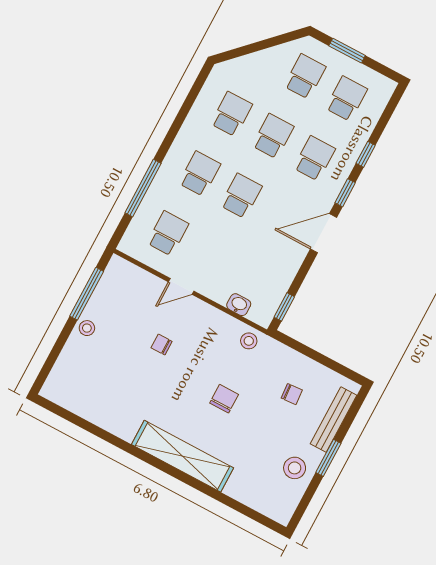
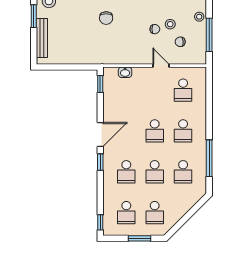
window: (366, 154) -> (100, 222), moved
window: (143, 188) -> (209, 158), moved
door: (181, 286) -> (161, 66), hinge flipped
stool: (249, 341) -> (170, 24), moved
chair: (292, 394) -> (180, 42), moved

